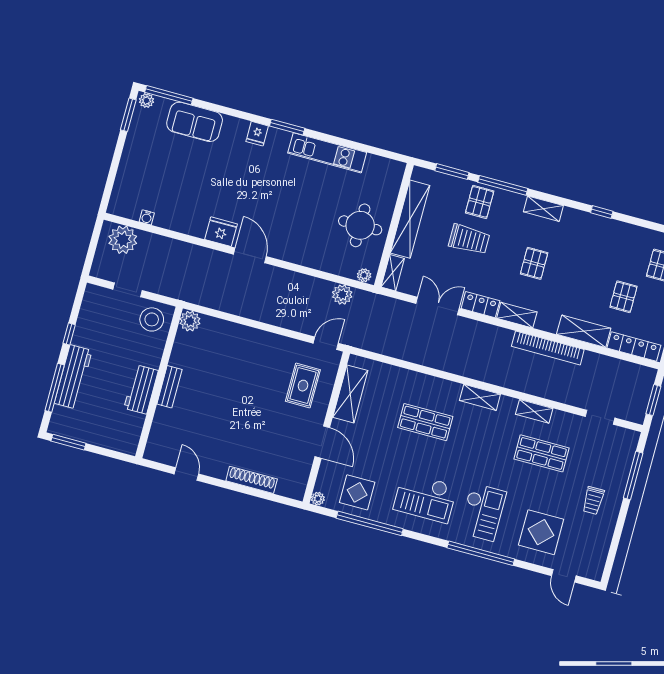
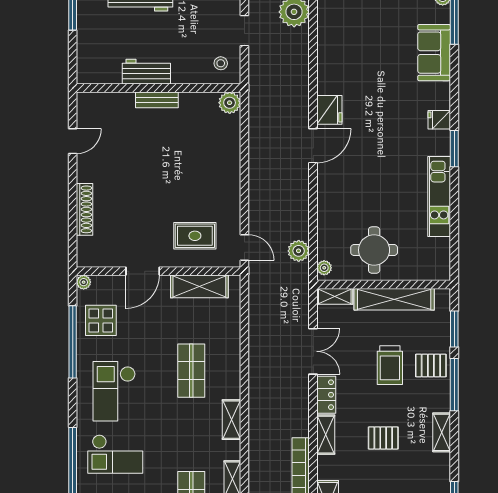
water cooler: (147, 217) -> (324, 30), removed
stool: (152, 319) -> (221, 63), width x0.53, depth x0.53

